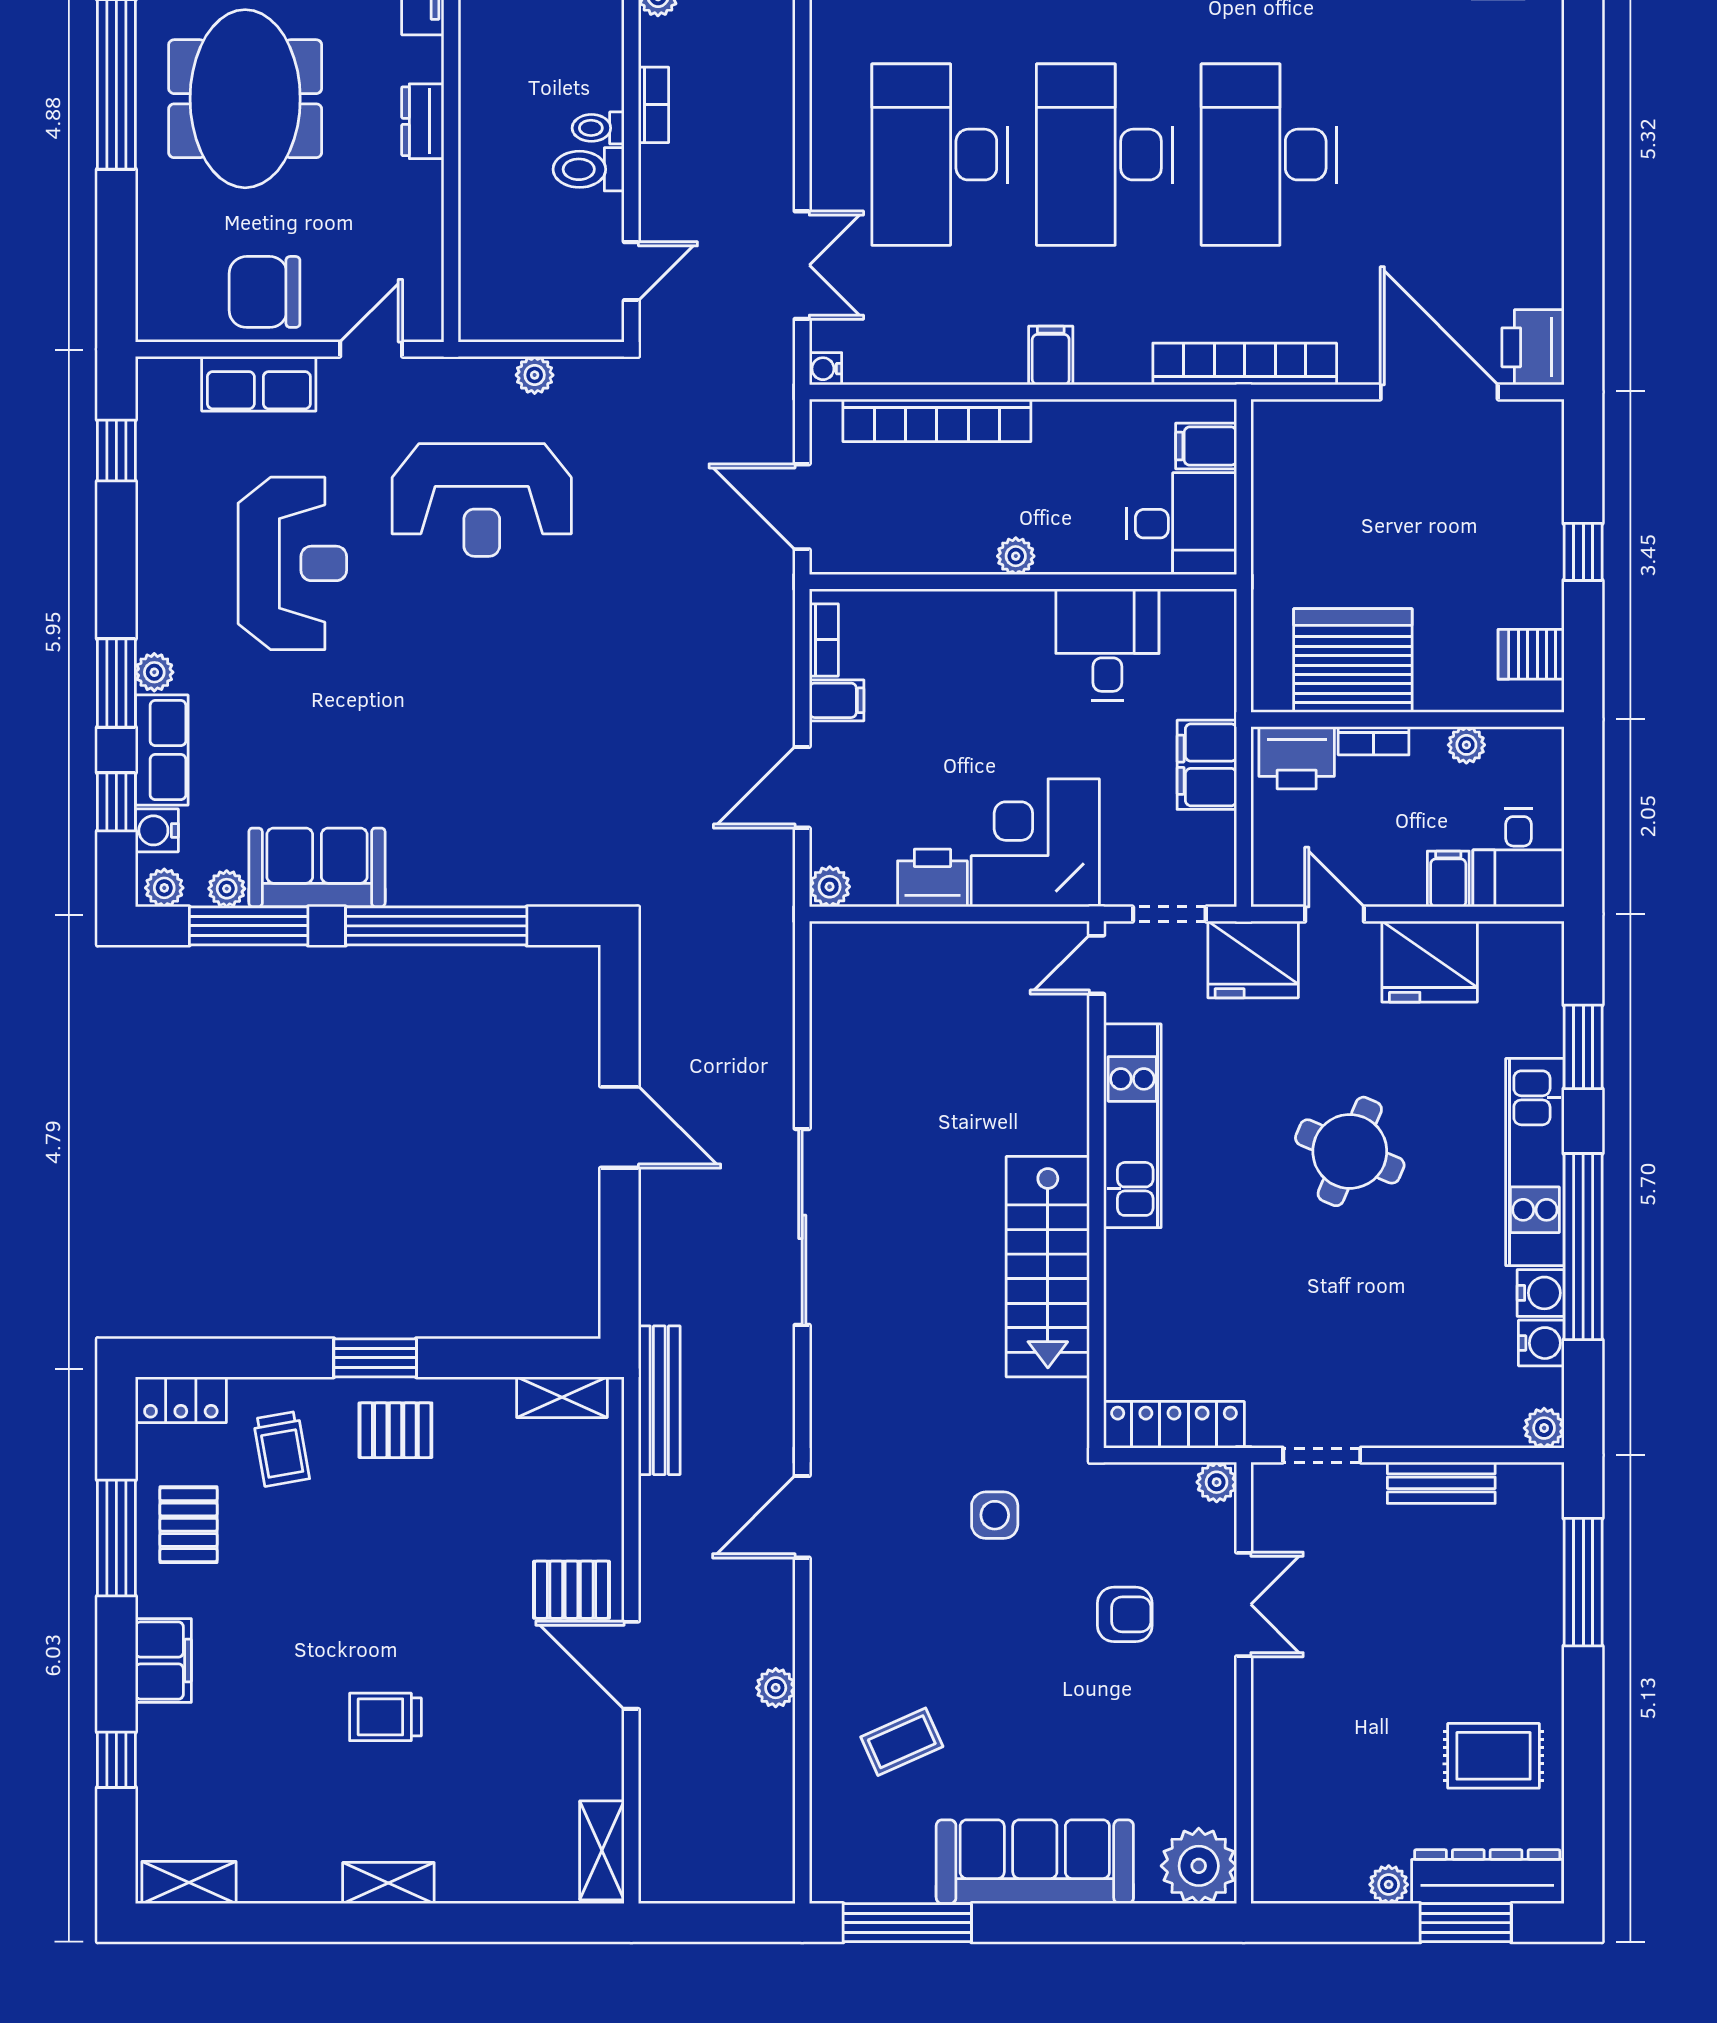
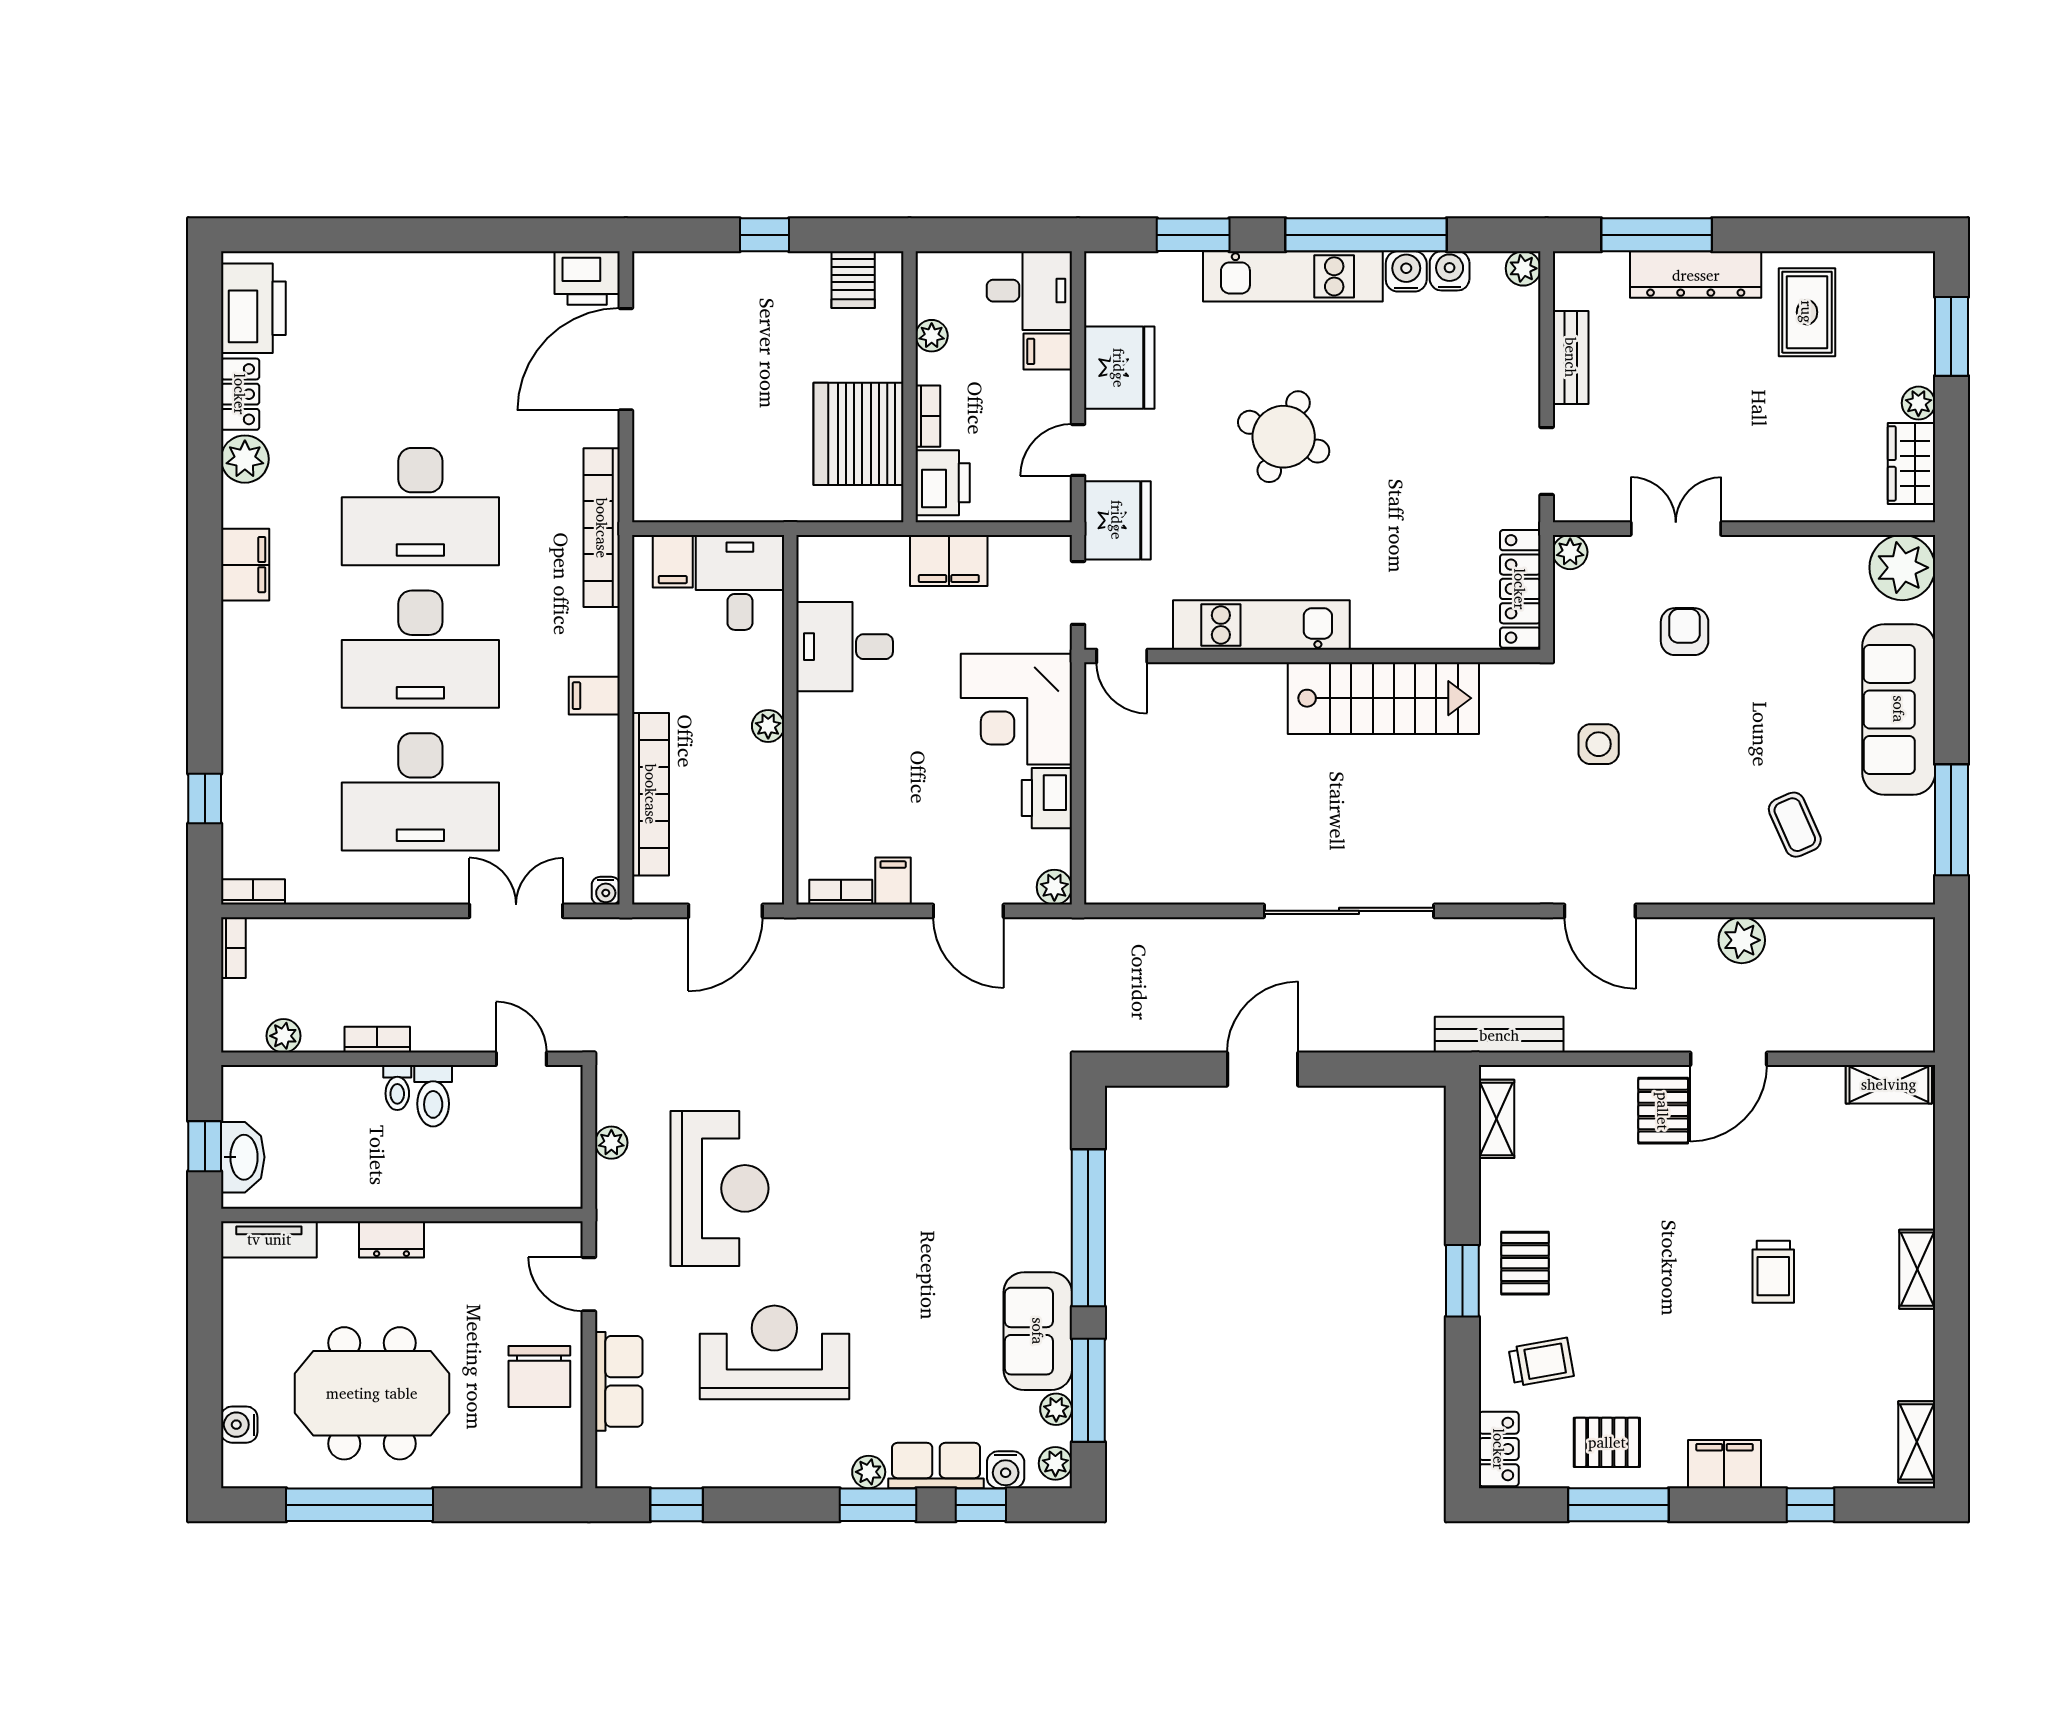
plant: (776, 1688) -> (1742, 940), width x1.38, depth x1.38
wardrobe: (1319, 1876) -> (1912, 463), added
dresser: (1487, 1877) -> (1696, 275), moved, turned -90

